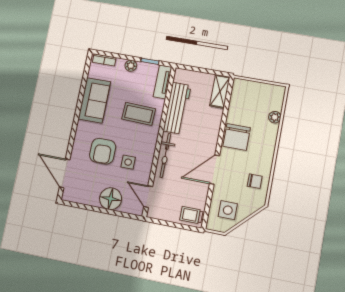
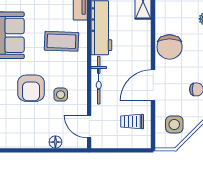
floor lamp: (111, 199) -> (55, 142), width x0.53, depth x0.53
trolley: (191, 215) -> (132, 122), moved

